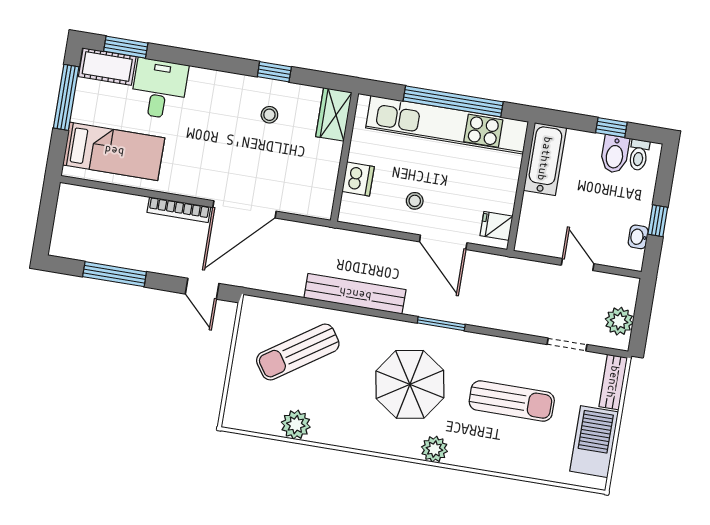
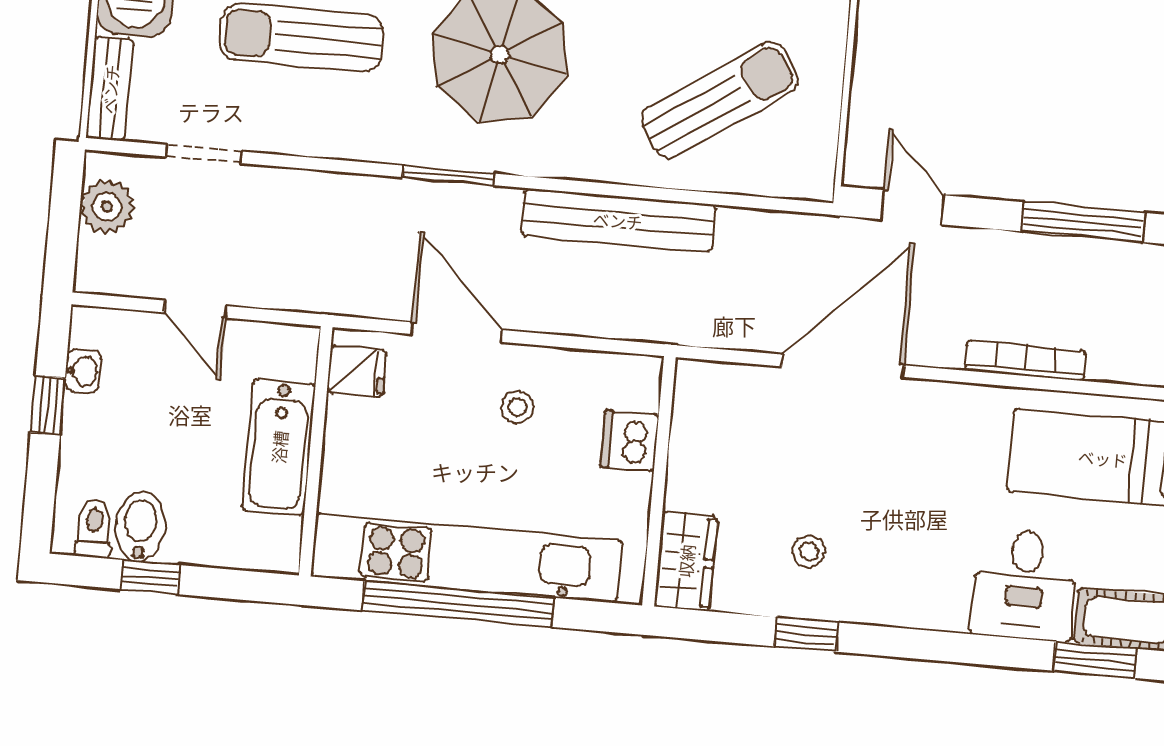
bathtub: (545, 159) -> (279, 447), moved
bookcase: (179, 210) -> (1025, 361), moved

